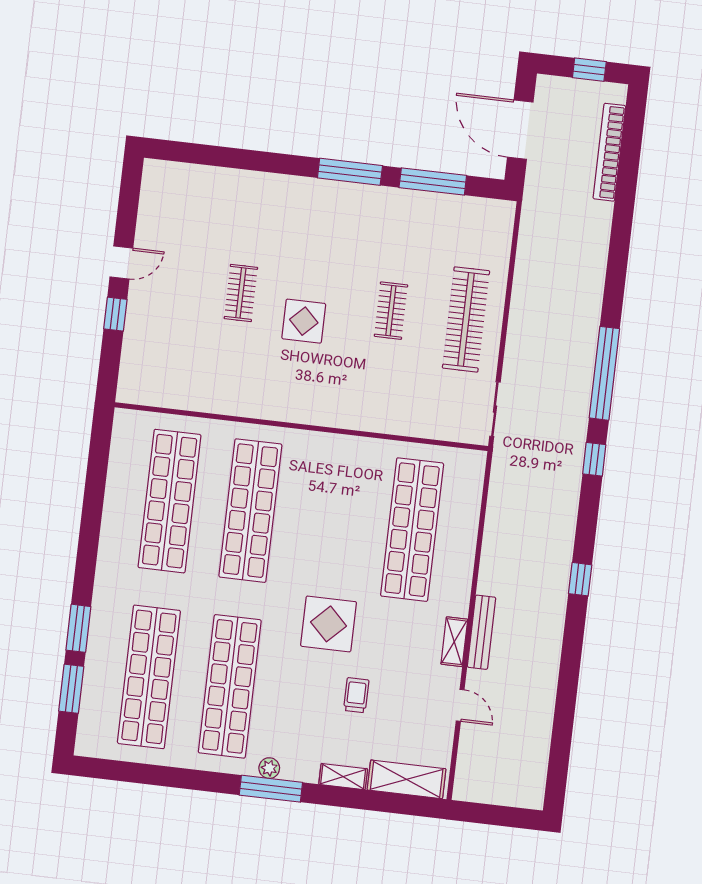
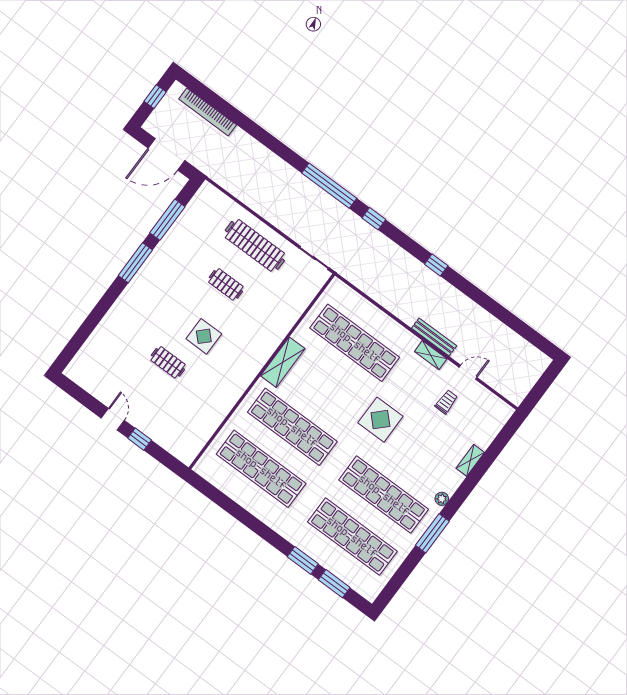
trolley: (356, 695) -> (446, 402), moved, turned 90
shelving: (407, 779) -> (283, 362), moved
window: (271, 789) -> (432, 533), moved

